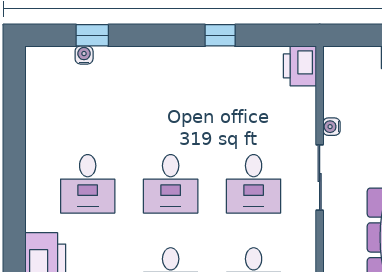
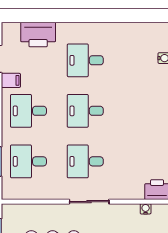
water cooler: (331, 127) -> (146, 209), moved

